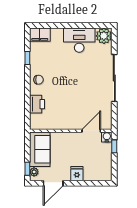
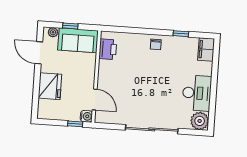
printer: (37, 104) -> (108, 49), moved, turned -90
window: (27, 169) -> (70, 26), moved
fridge: (77, 174) -> (50, 86), width x1.88, depth x1.34

